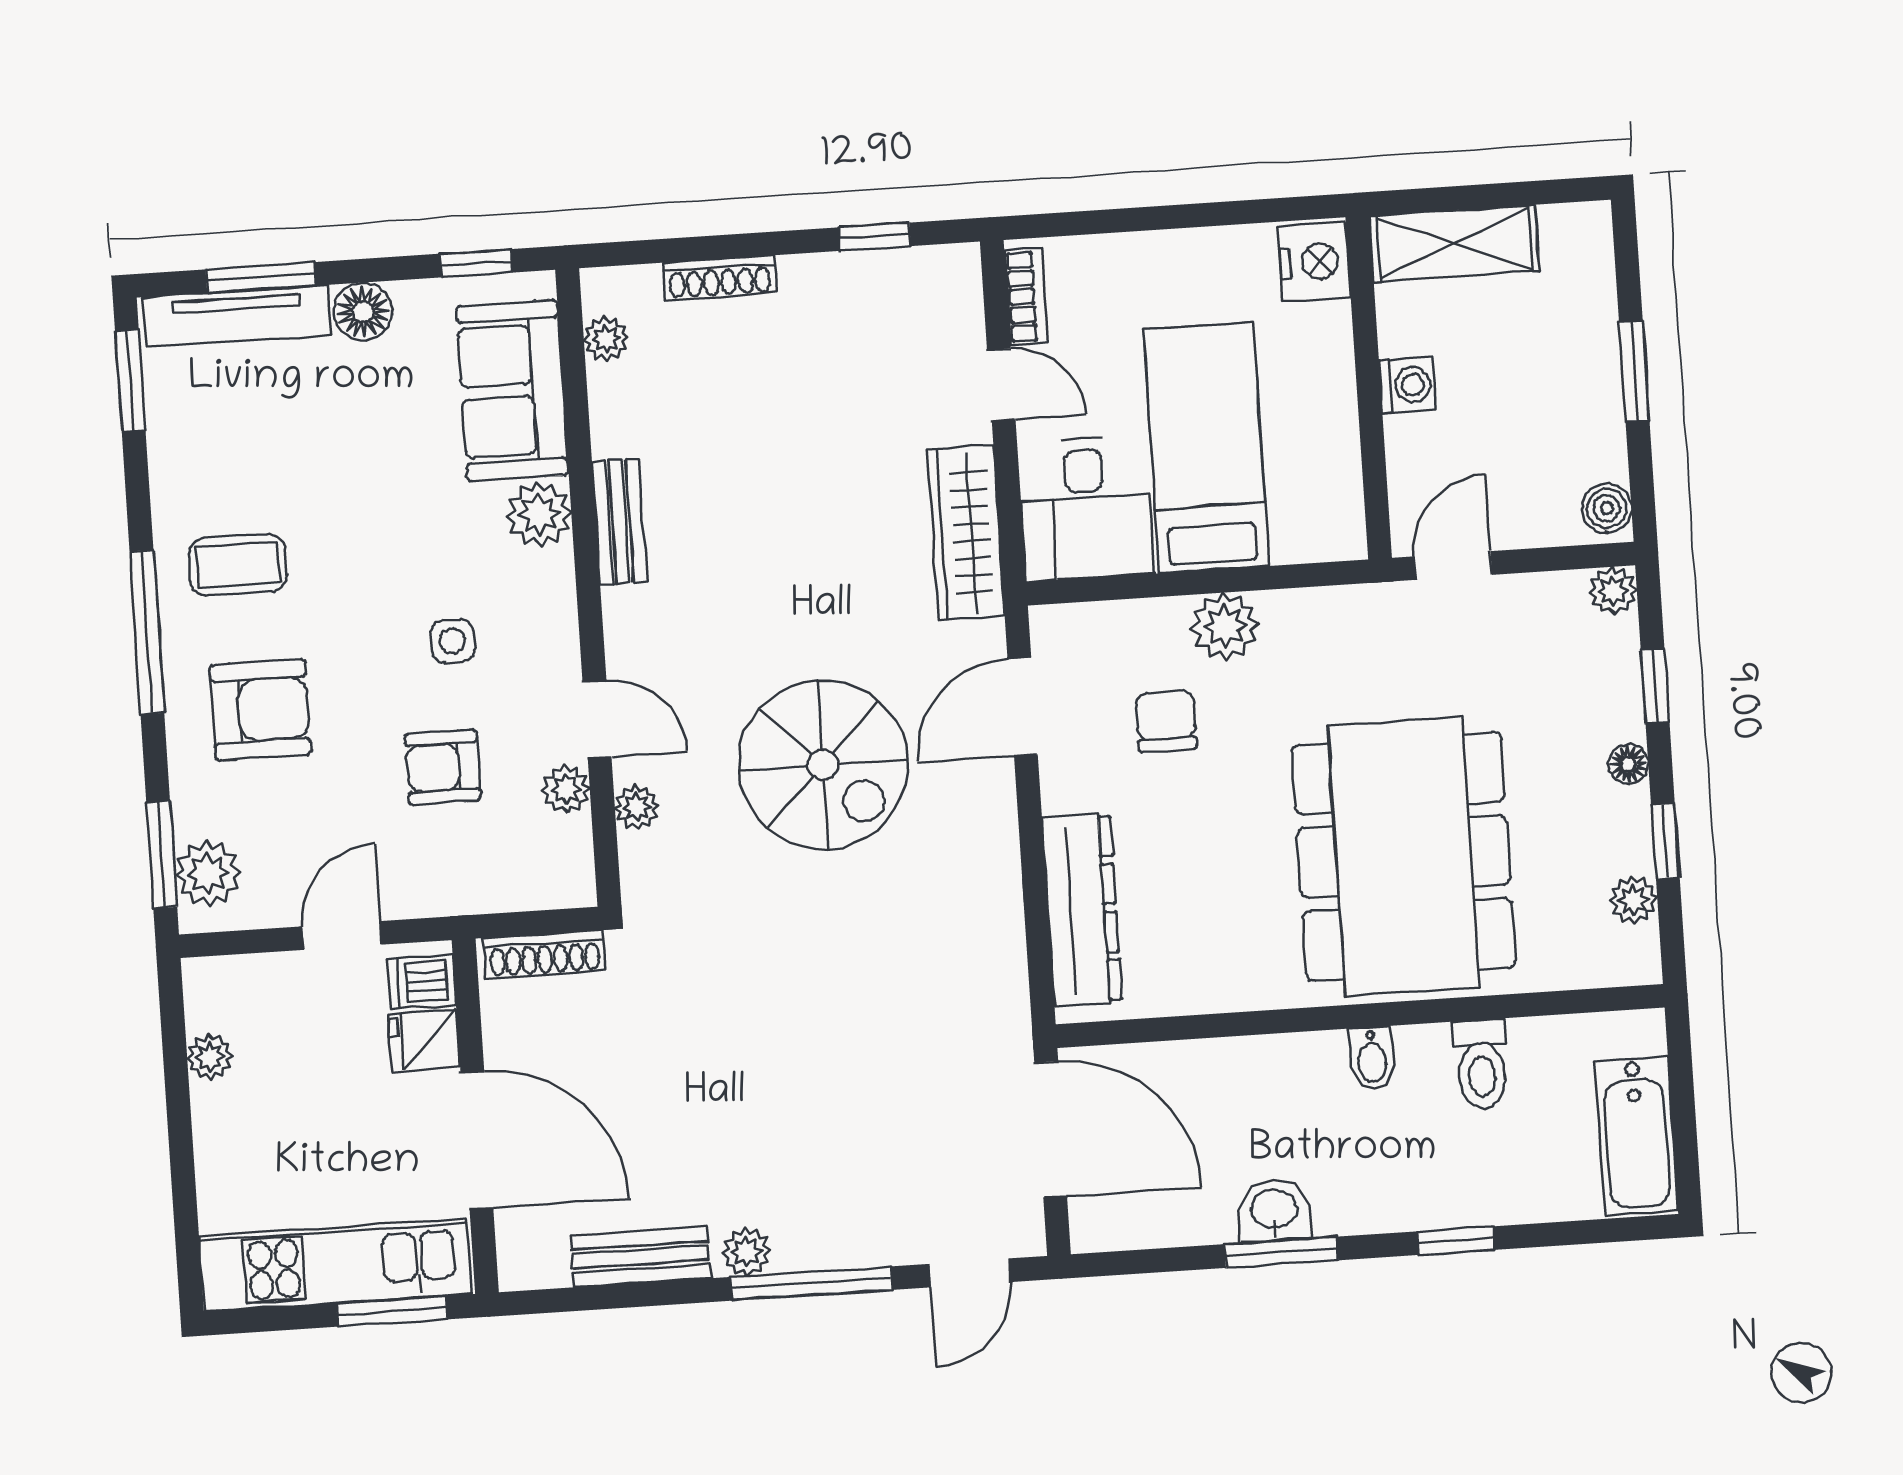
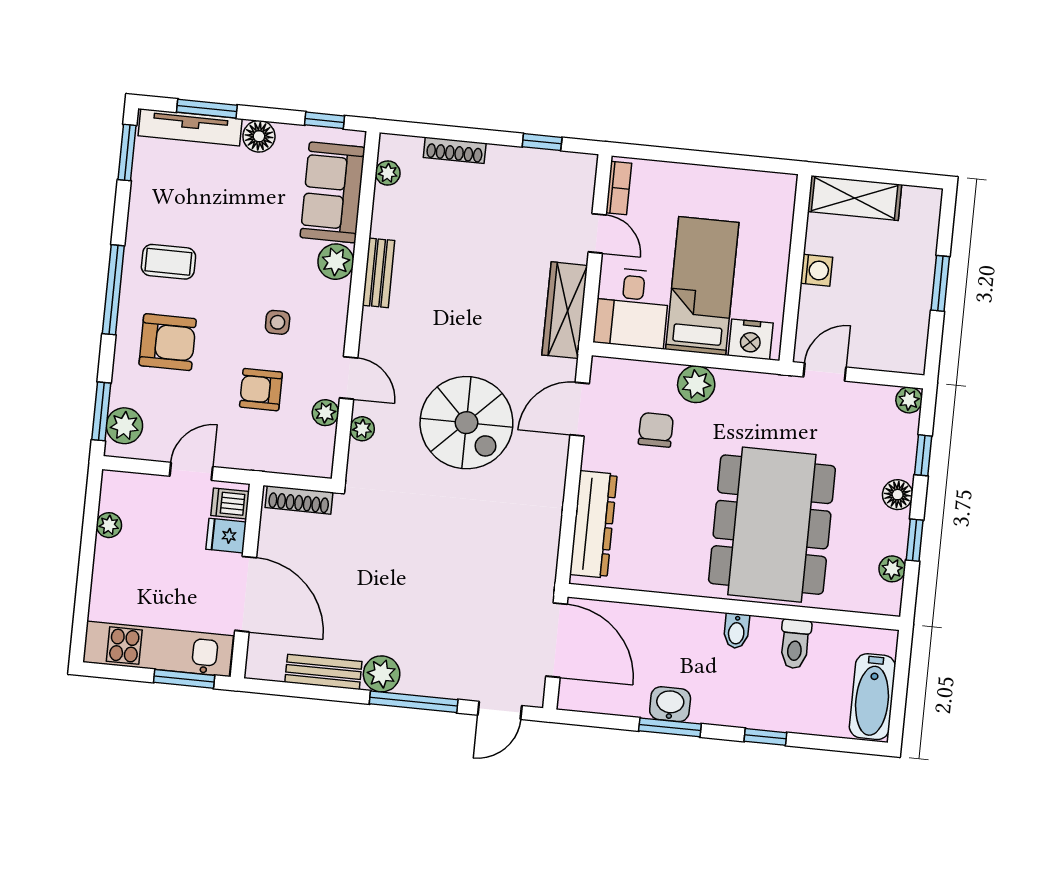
nightstand: (1314, 262) -> (751, 339), moved, turned 90
boiler: (1607, 508) -> (913, 355), removed
floor lamp: (1628, 764) -> (898, 495), width x1.37, depth x1.37
plant: (746, 1252) -> (382, 674), width x1.38, depth x1.38

